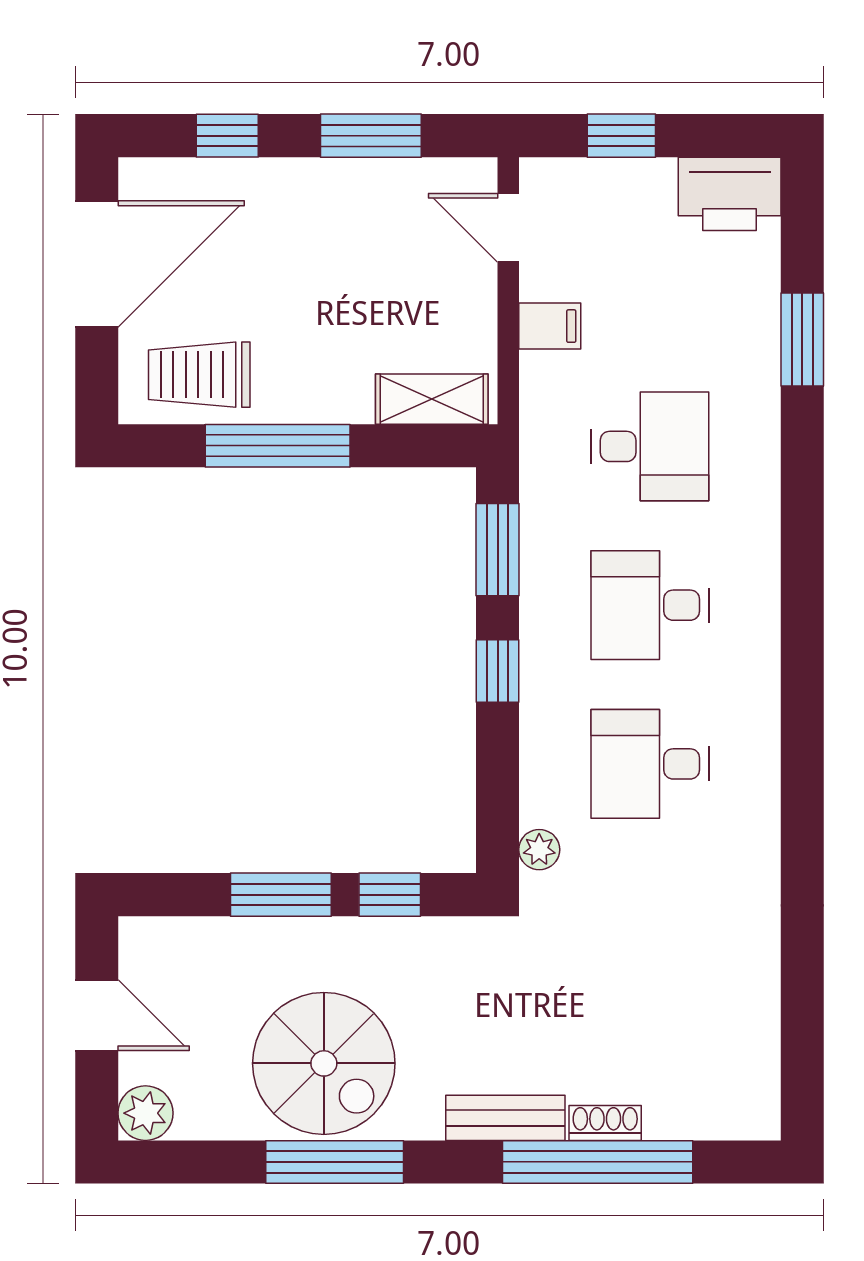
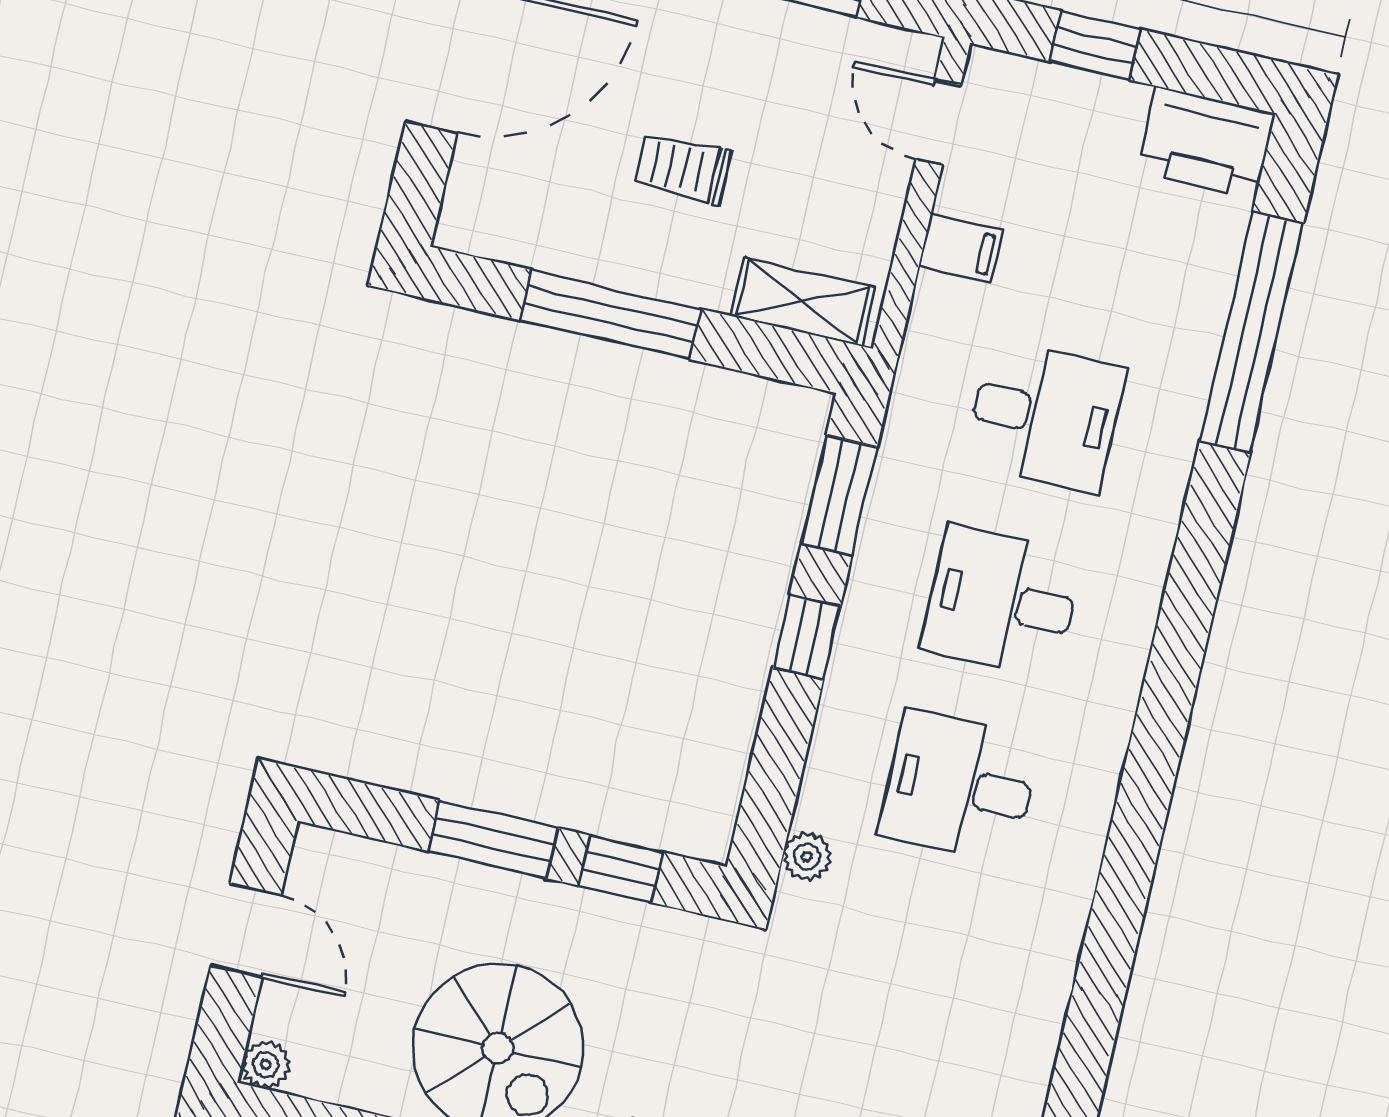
window: (802, 339) -> (1251, 332), width x2.11
trolley: (199, 375) -> (683, 168), moved, width x0.73, depth x0.72
plant: (145, 1113) -> (266, 1065), width x0.73, depth x0.73

